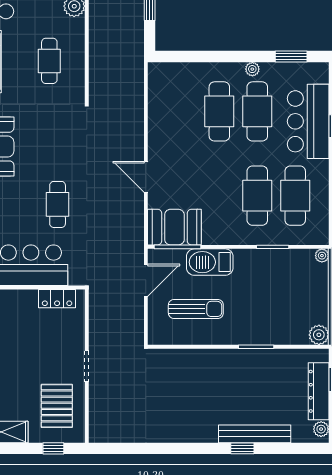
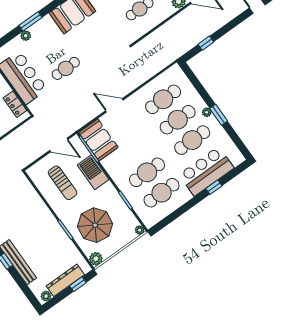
window: (291, 57) -> (219, 115), moved
plant: (252, 69) -> (207, 112), moved
cafe table: (181, 111) -> (163, 99), added
door: (146, 177) -> (114, 105), hinge flipped
parasol: (277, 306) -> (95, 225), added

